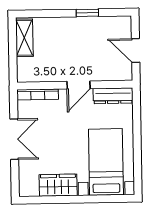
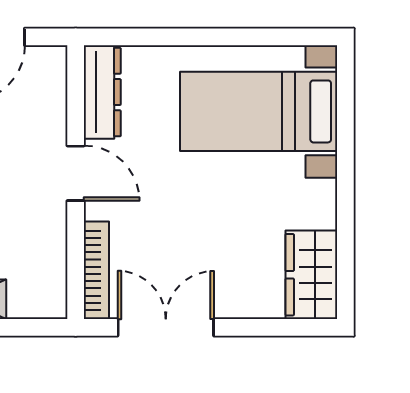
double door: (14, 139) -> (166, 327), moved
wardrobe: (58, 185) -> (311, 275), moved

